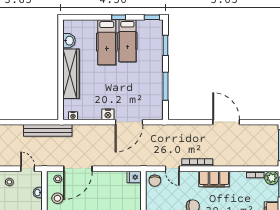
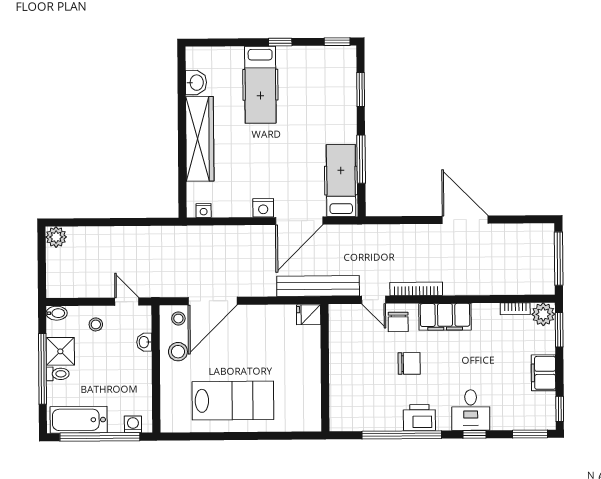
hospital bed: (127, 41) -> (341, 181), moved, turned 180
bench: (48, 130) -> (318, 286), moved
chair: (155, 181) -> (398, 322), moved

